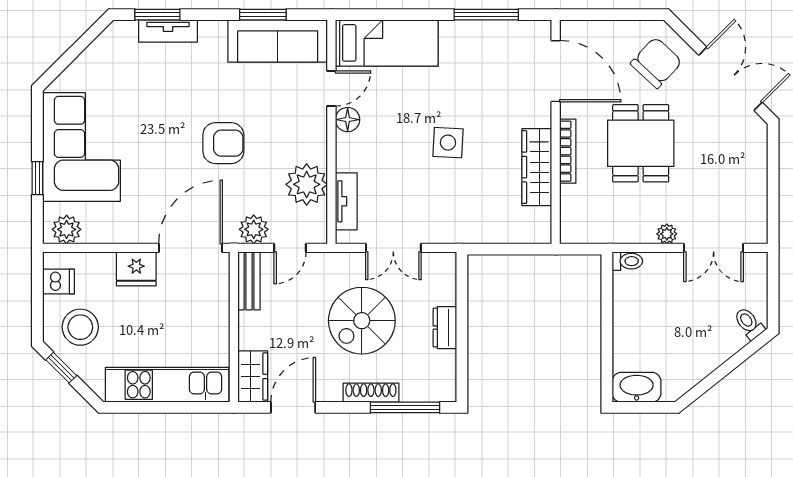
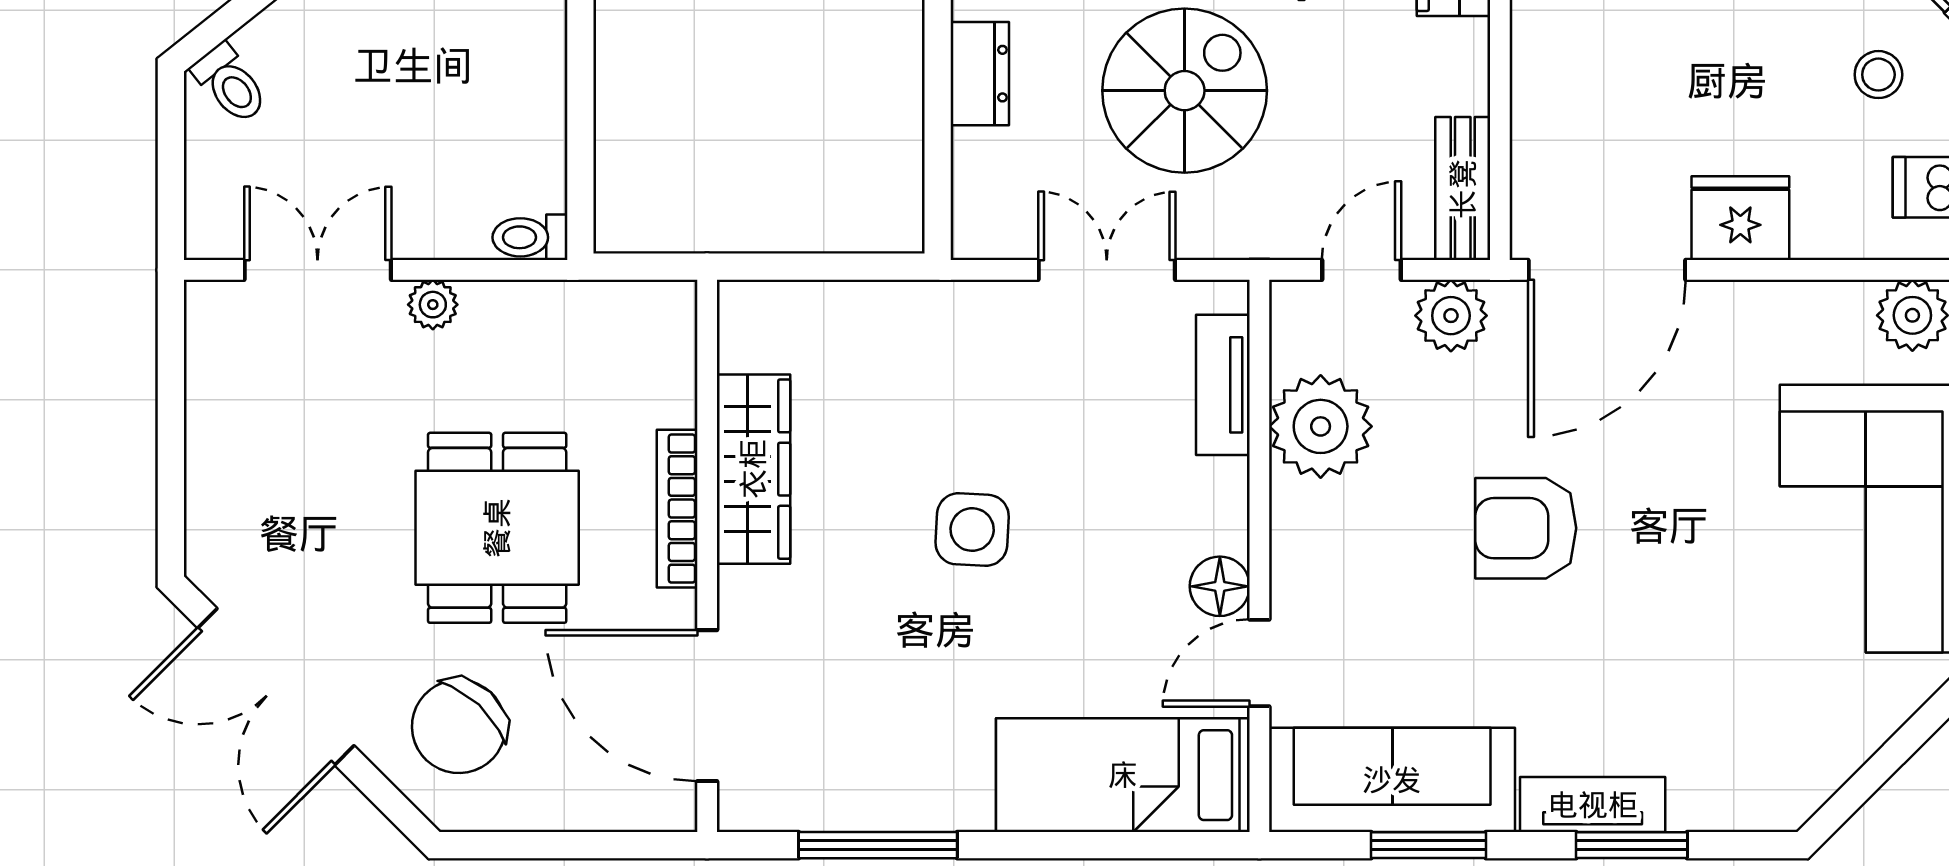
window: (157, 15) -> (1632, 845), moved
tv unit: (168, 31) -> (1593, 805), moved
stool: (80, 327) -> (1878, 75), width x0.53, depth x0.53

